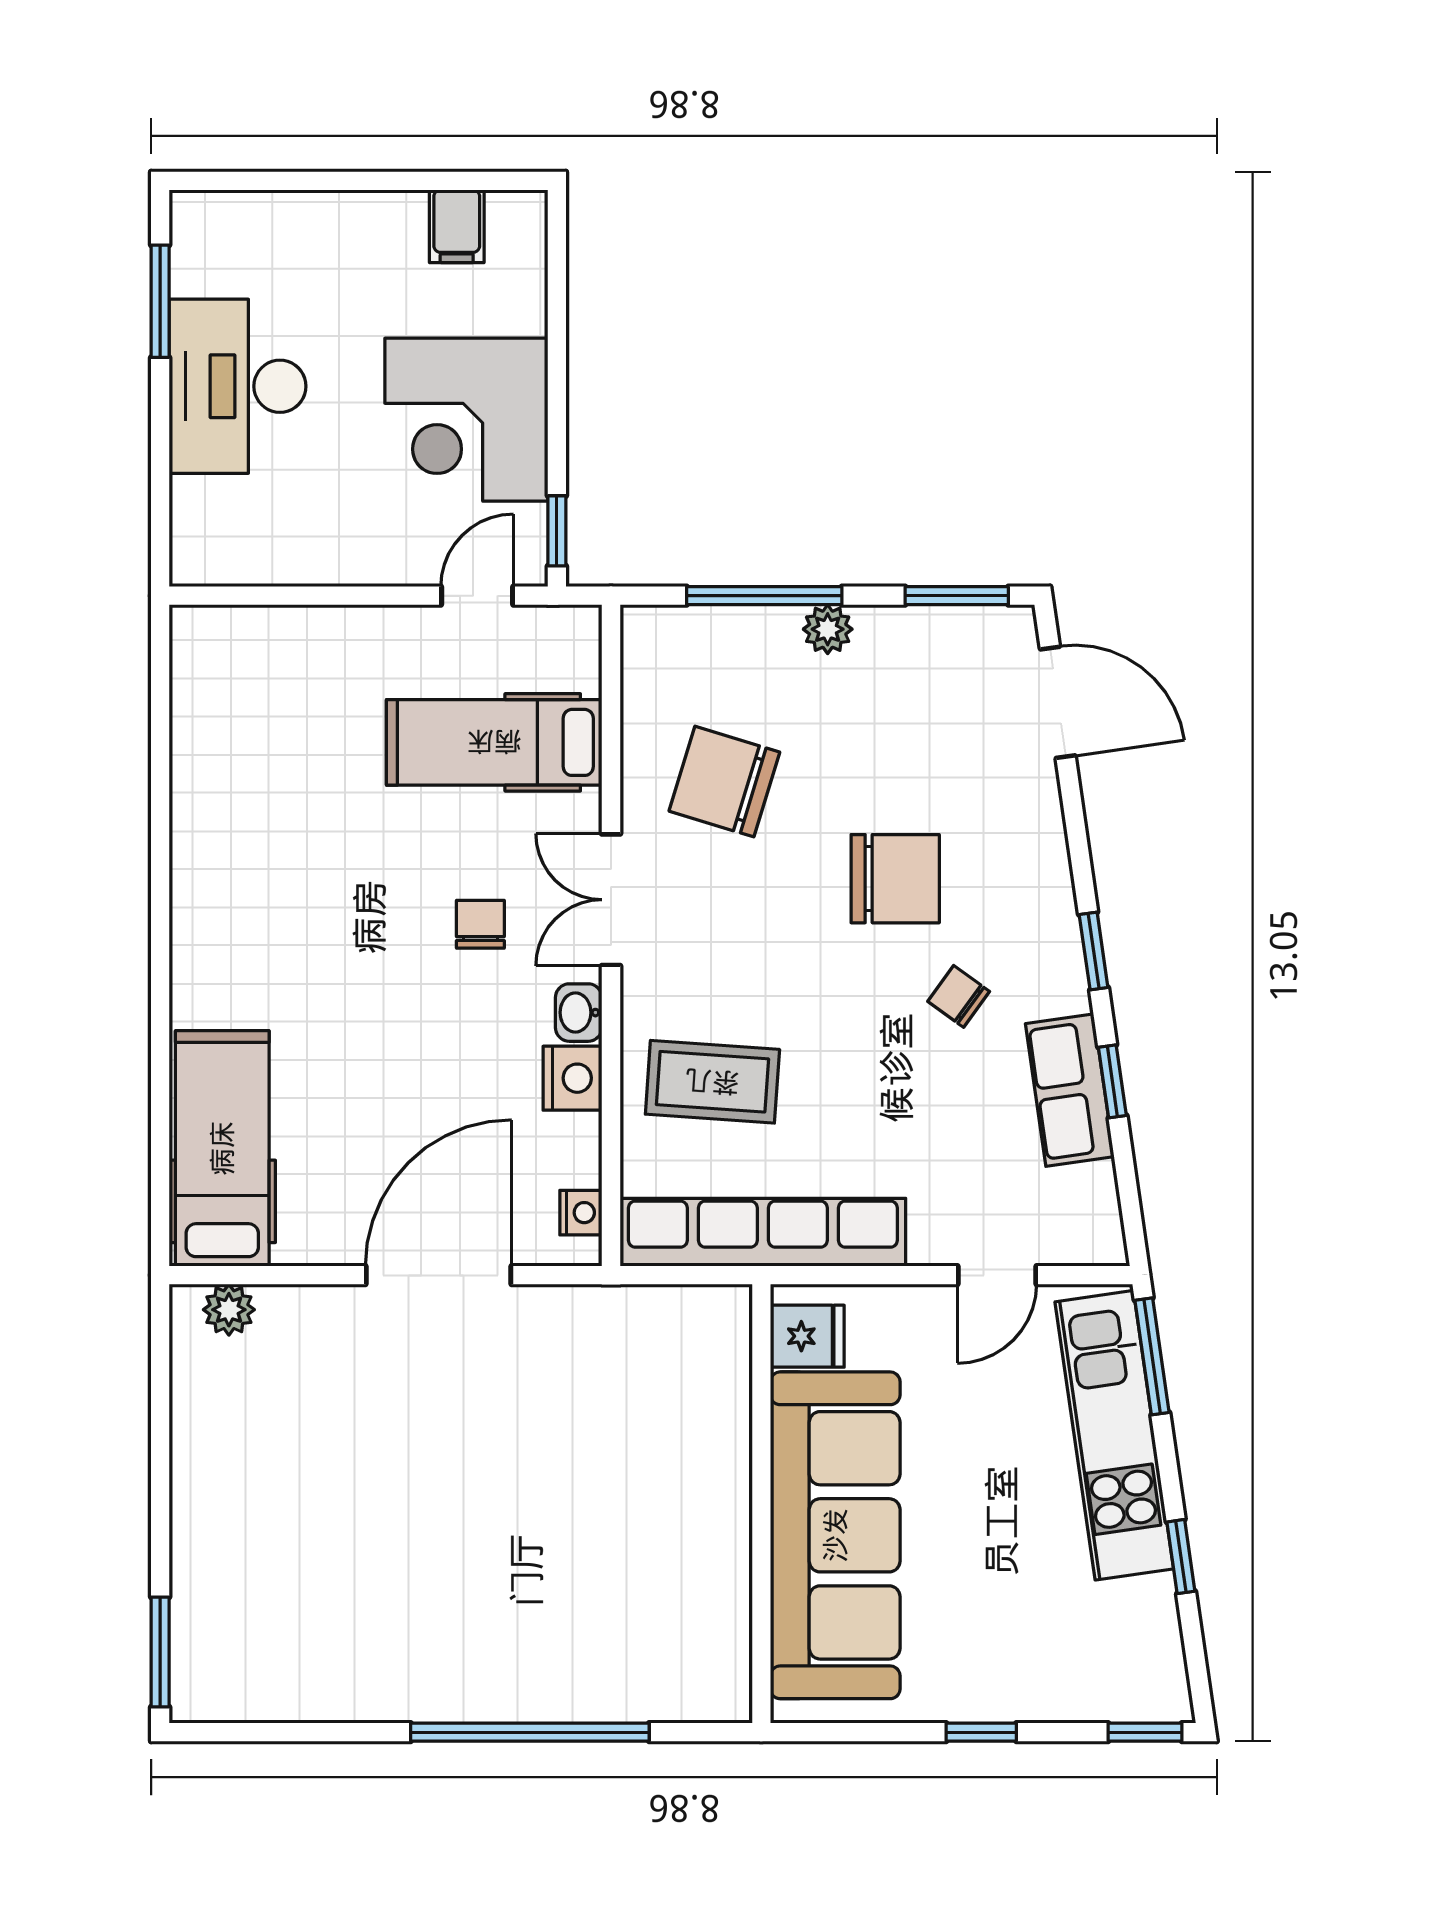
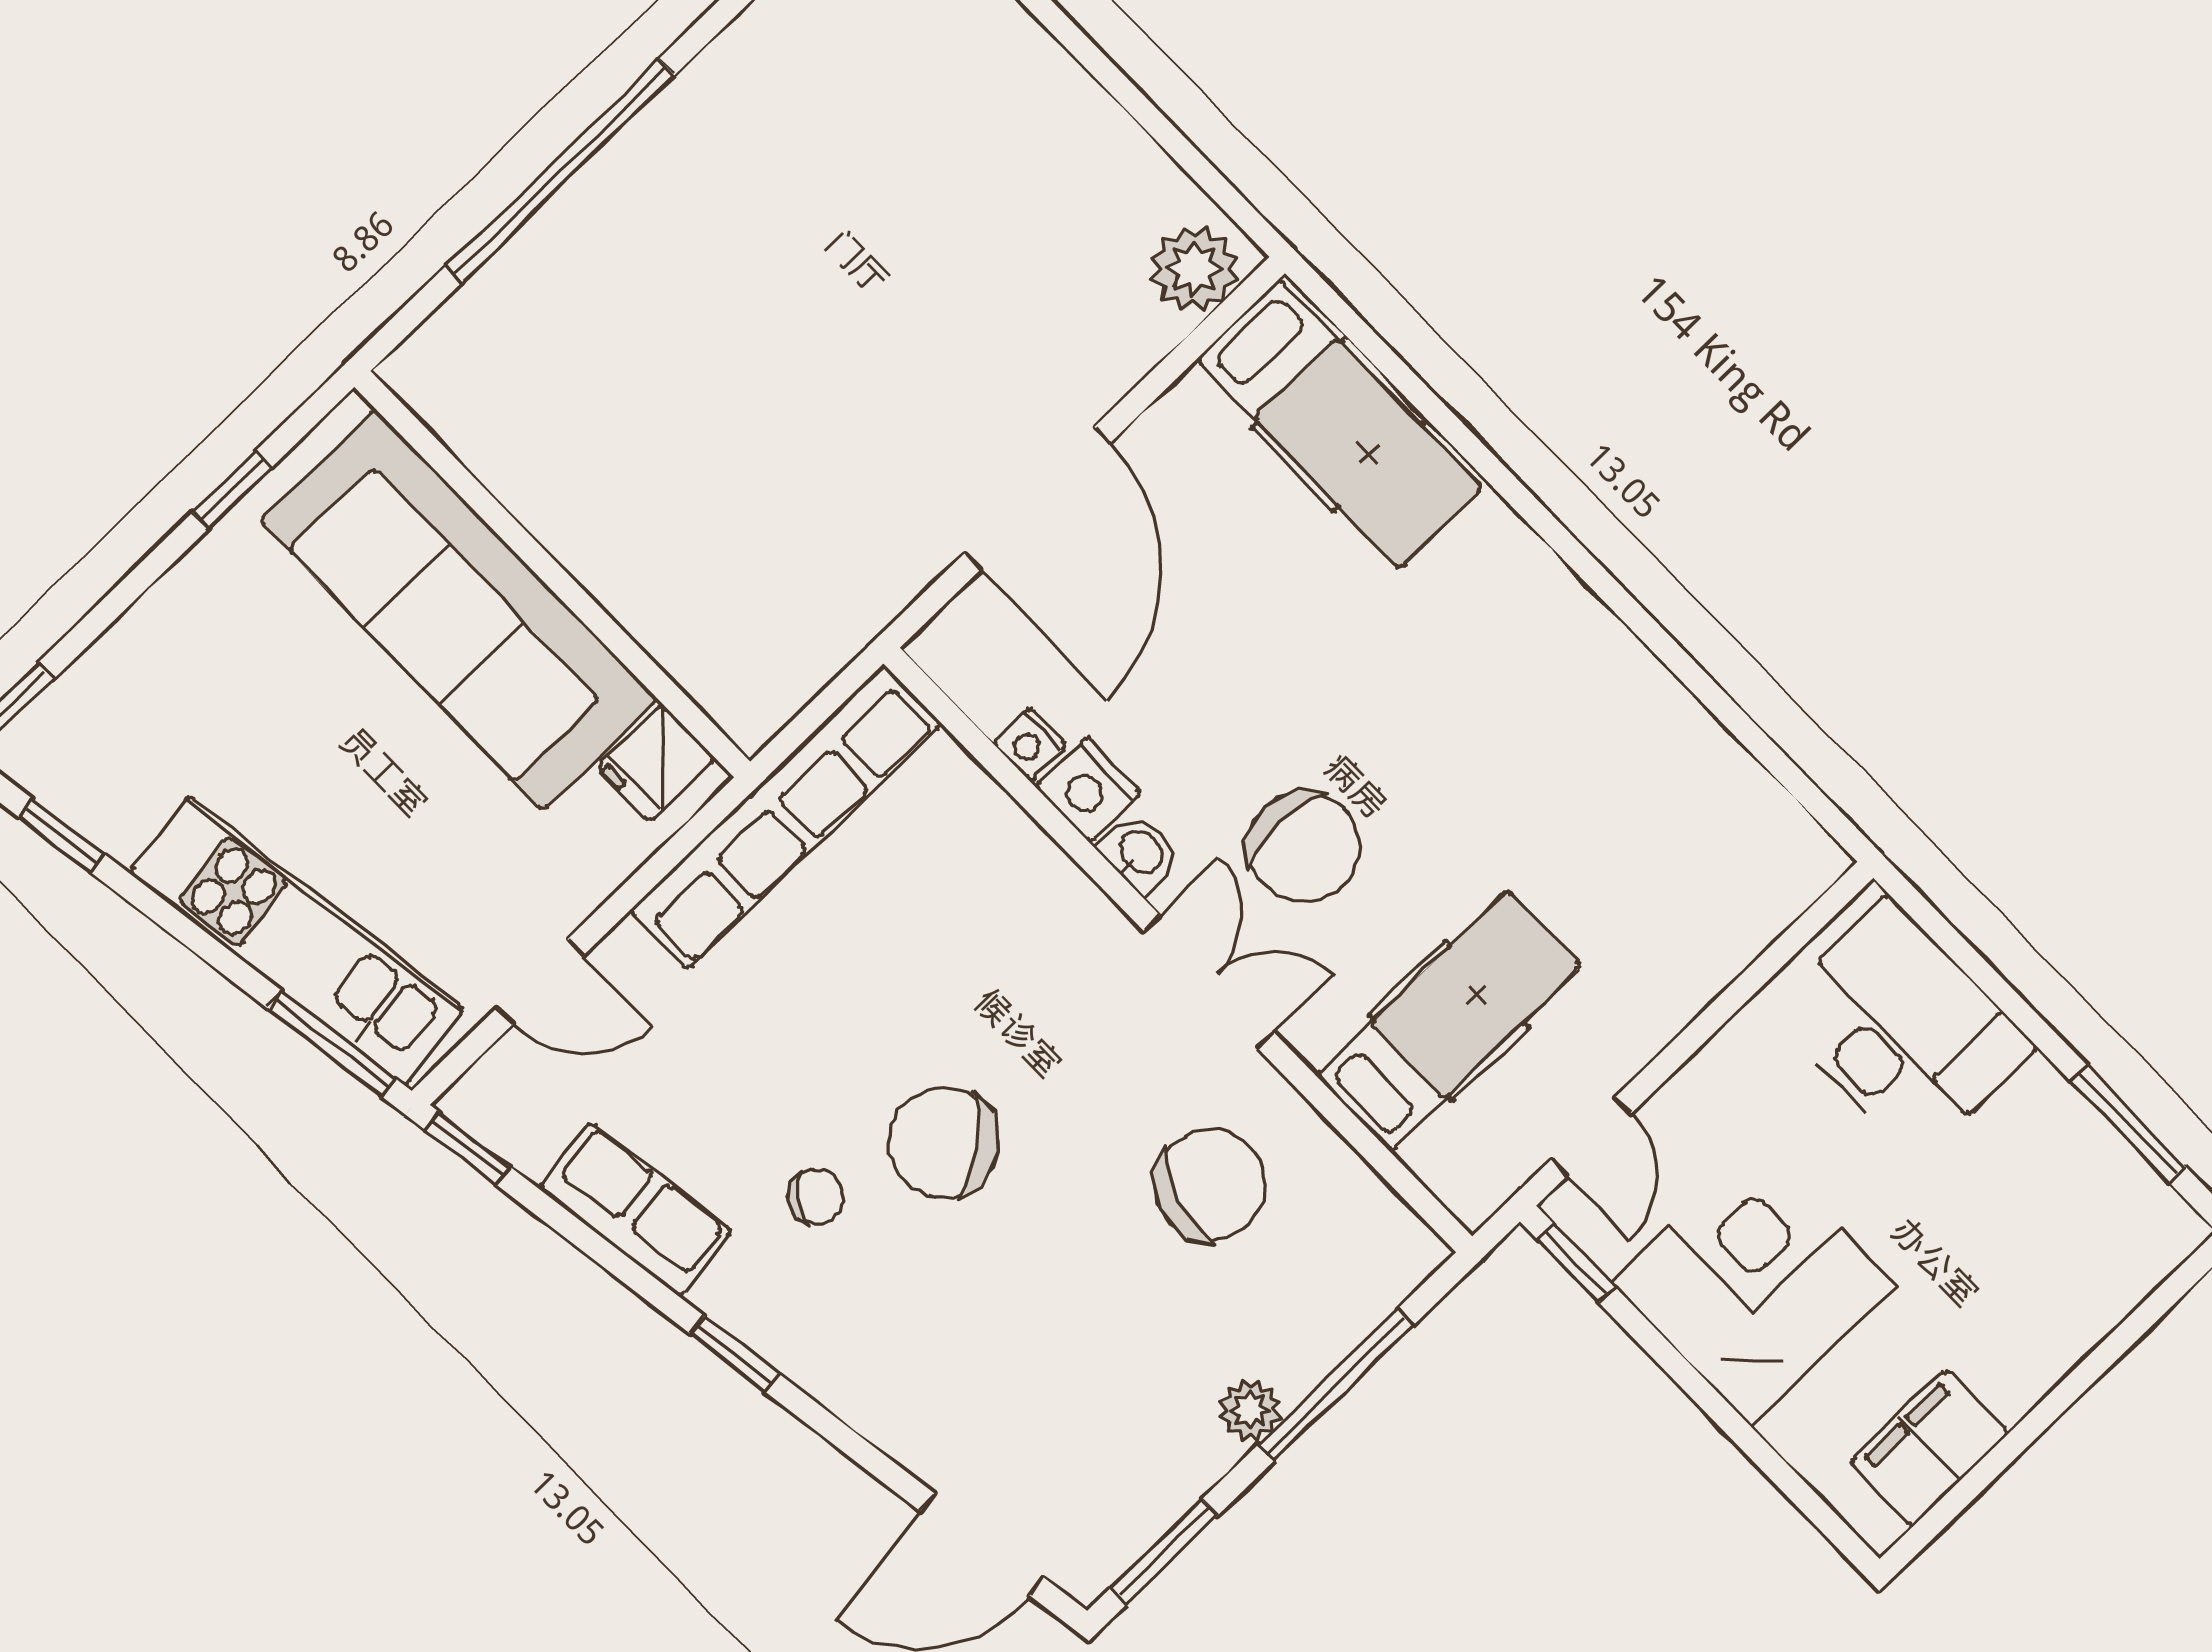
filing cabinet: (457, 226) -> (1929, 1448), width x2.00
desk: (238, 386) -> (1902, 1029), moved
chair: (895, 879) -> (944, 1143), moved, turned 53
chair: (480, 924) -> (1304, 847), width x1.87, depth x1.87
window: (1112, 1081) -> (469, 1149), moved
coffee table: (712, 1082) -> (961, 907), removed
nightstand: (581, 1213) -> (1030, 744), moved
door: (997, 1275) -> (540, 982), swing flipped
plant: (229, 1310) -> (1194, 269), width x1.38, depth x1.38
window: (1181, 1557) -> (62, 836), moved
window: (981, 1732) -> (232, 490), moved

